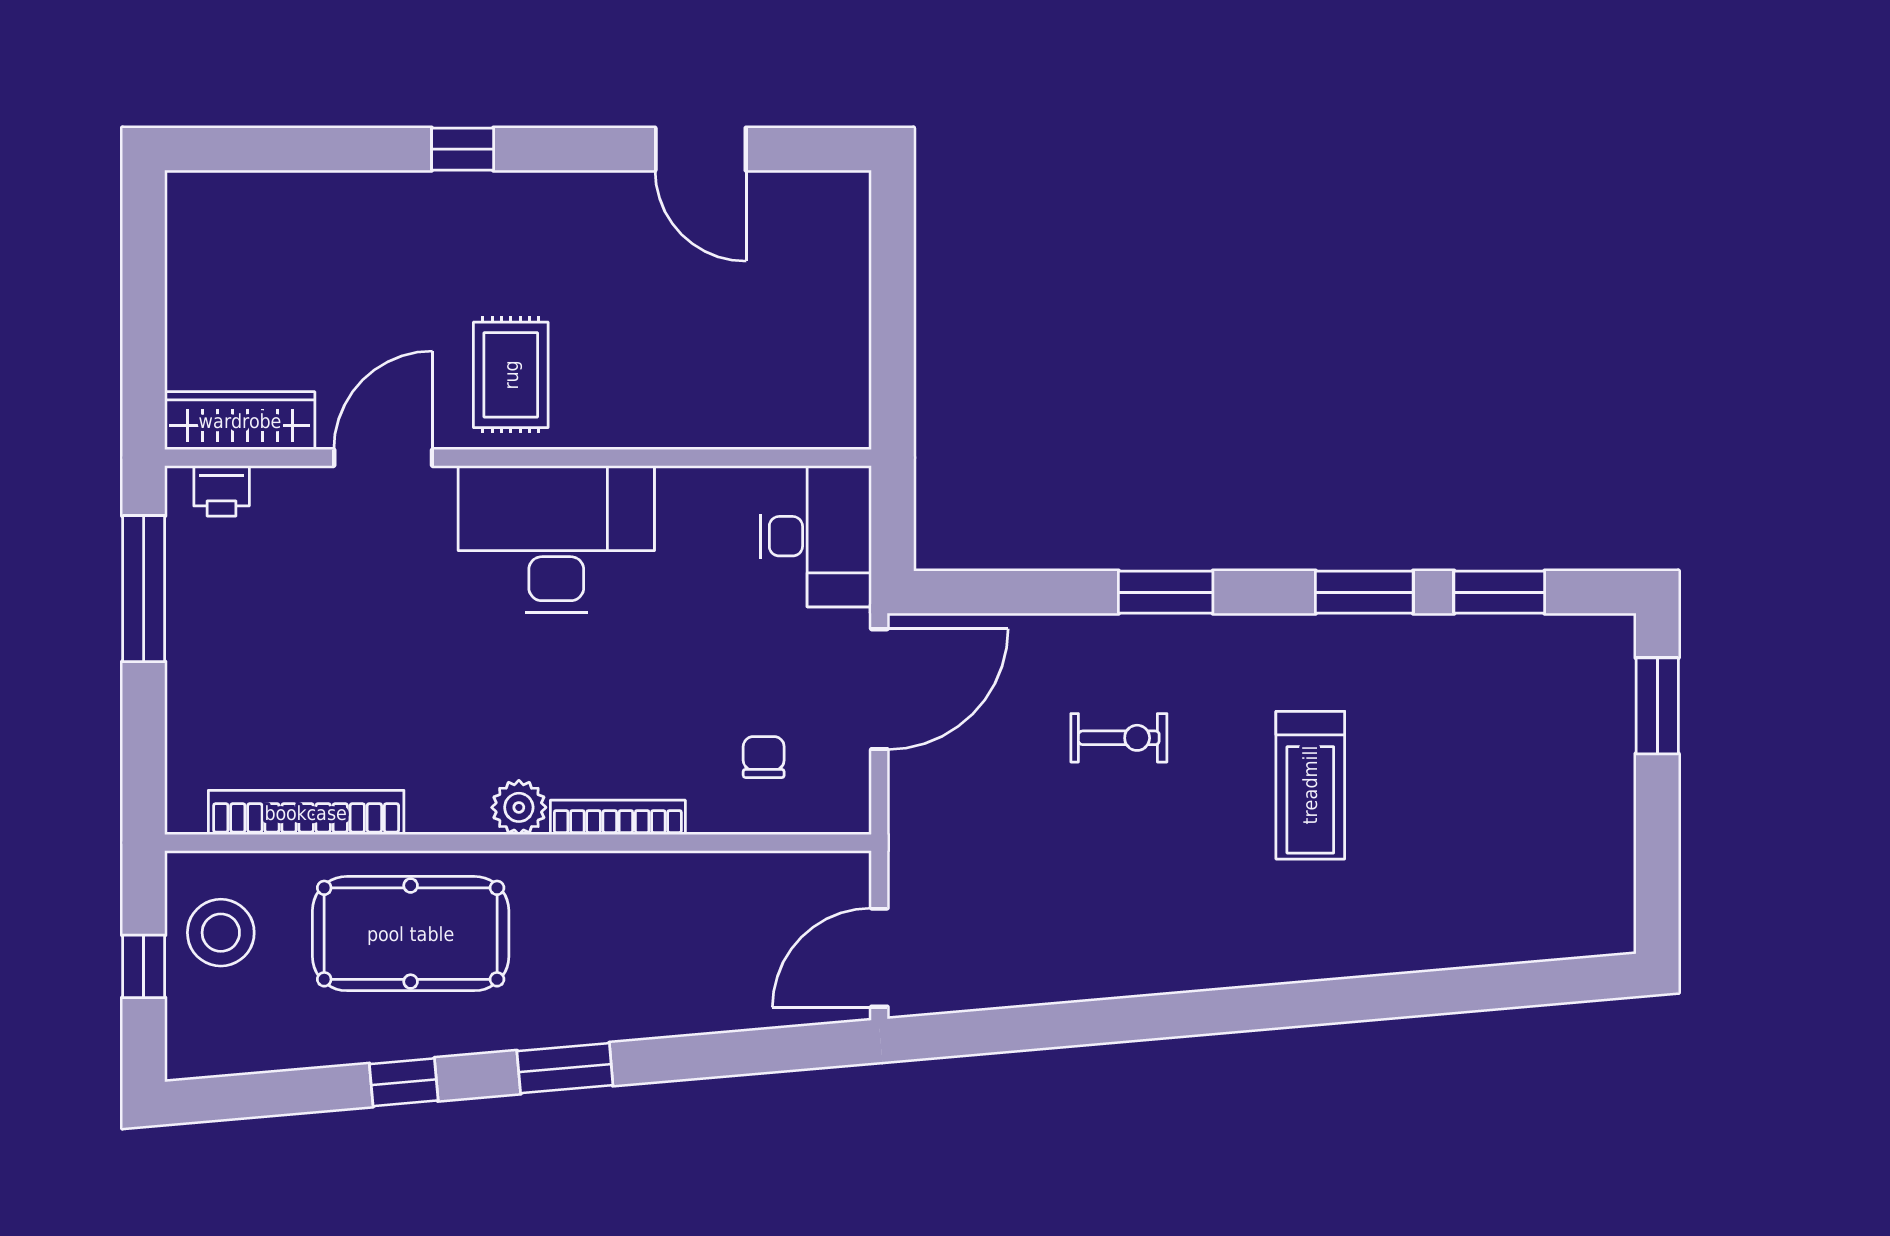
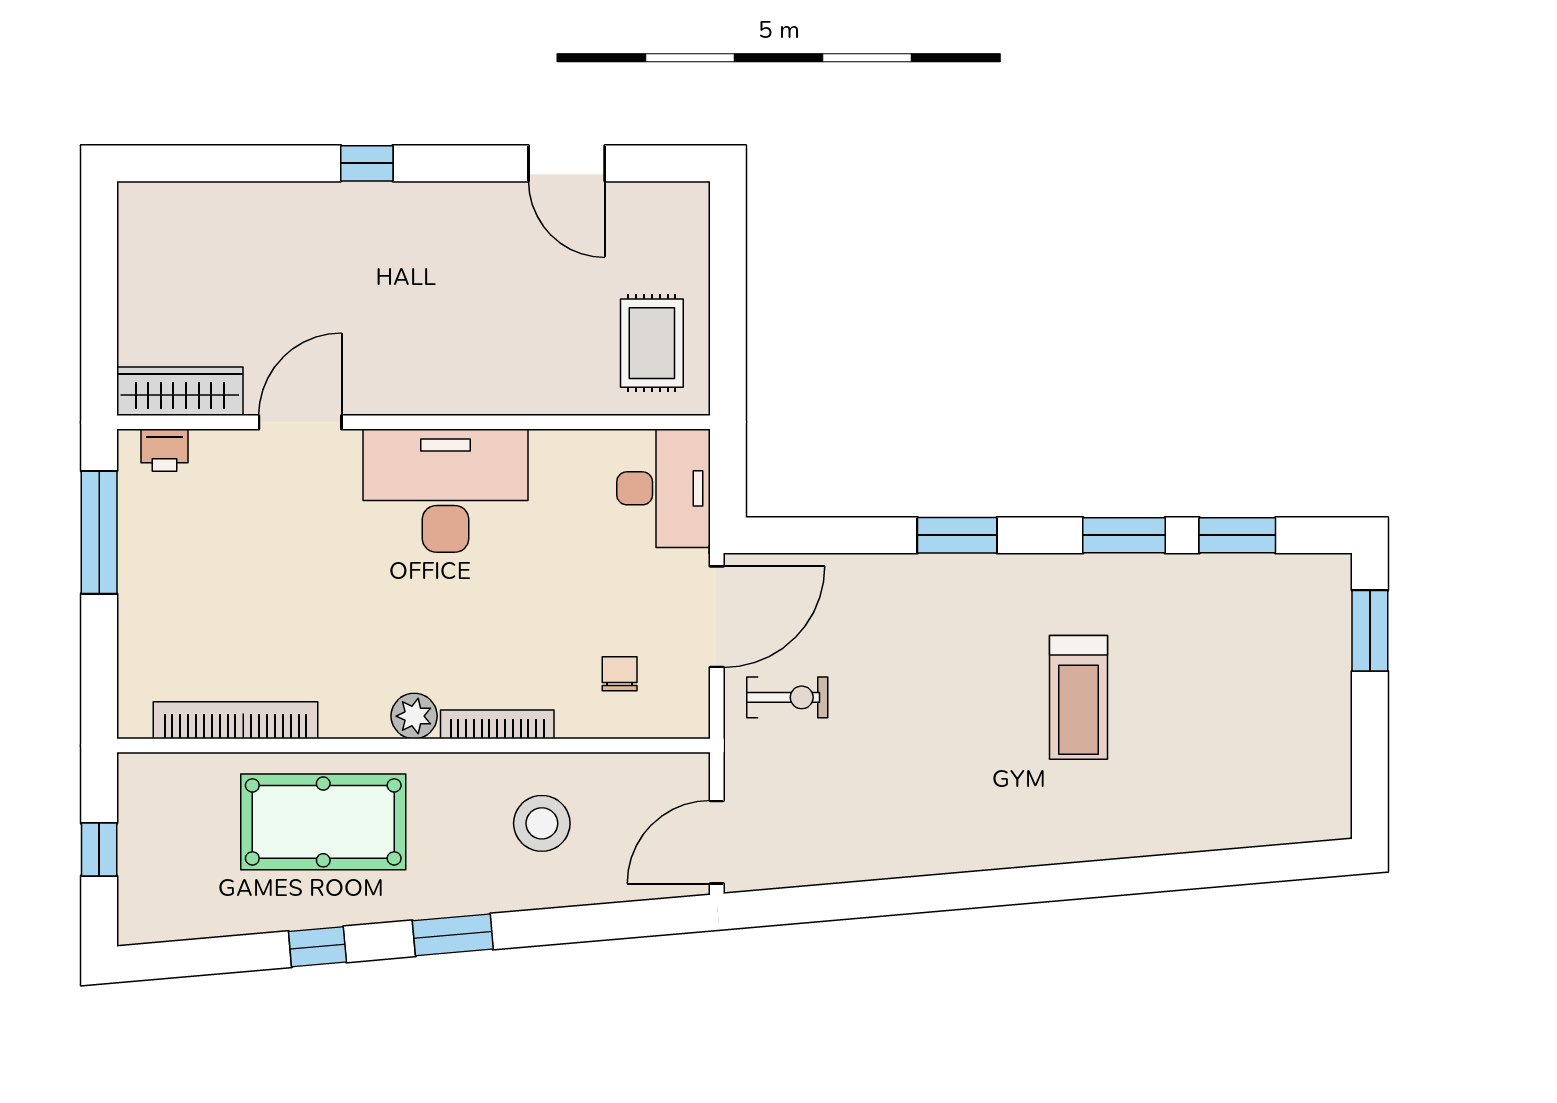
rug: (511, 375) -> (652, 343), moved
exercise bike: (1119, 738) -> (787, 697), moved
stool: (221, 933) -> (542, 823), moved

